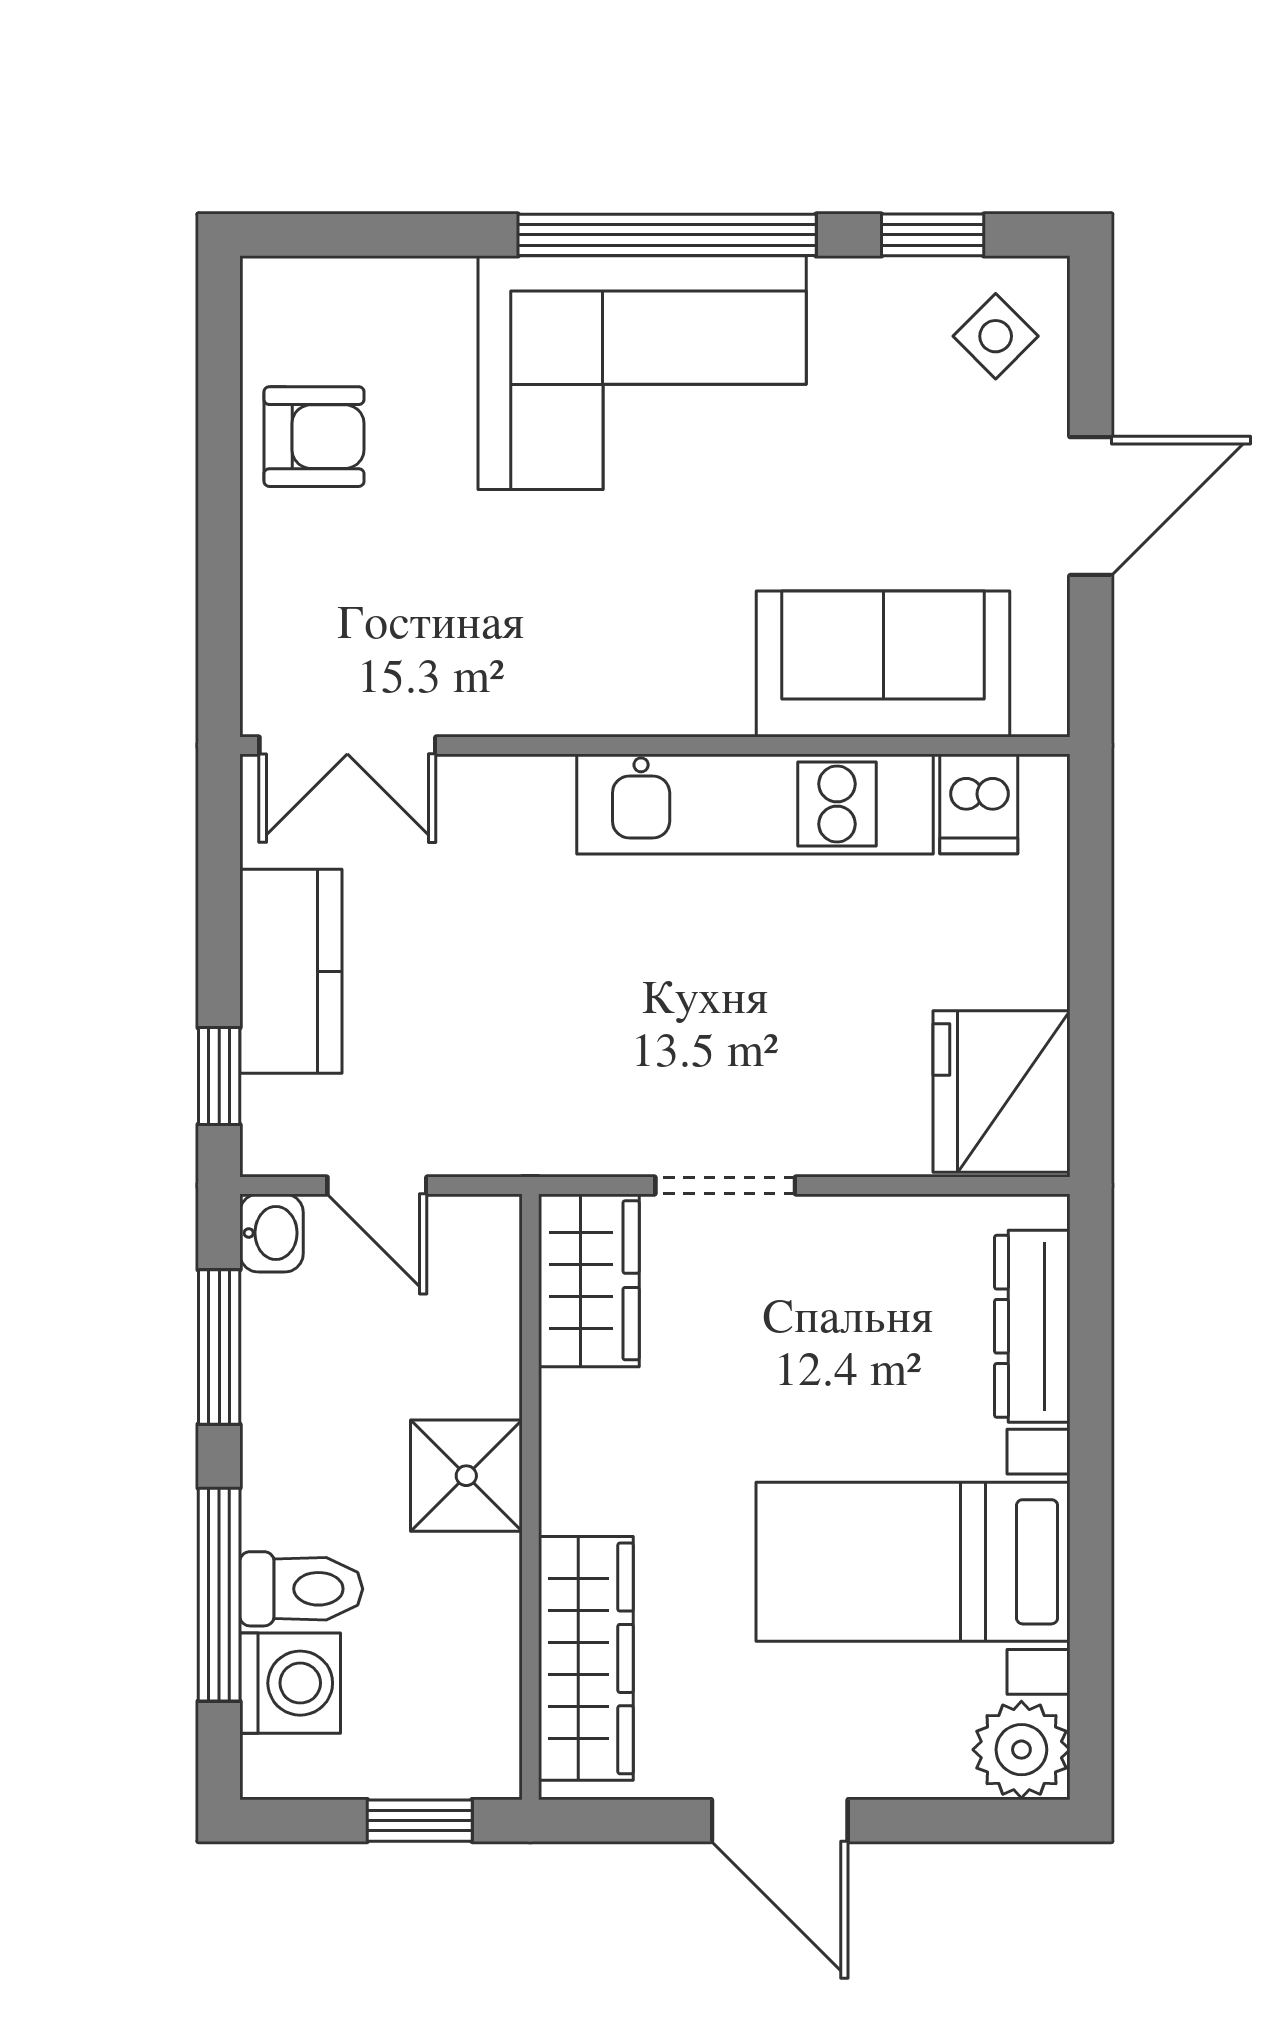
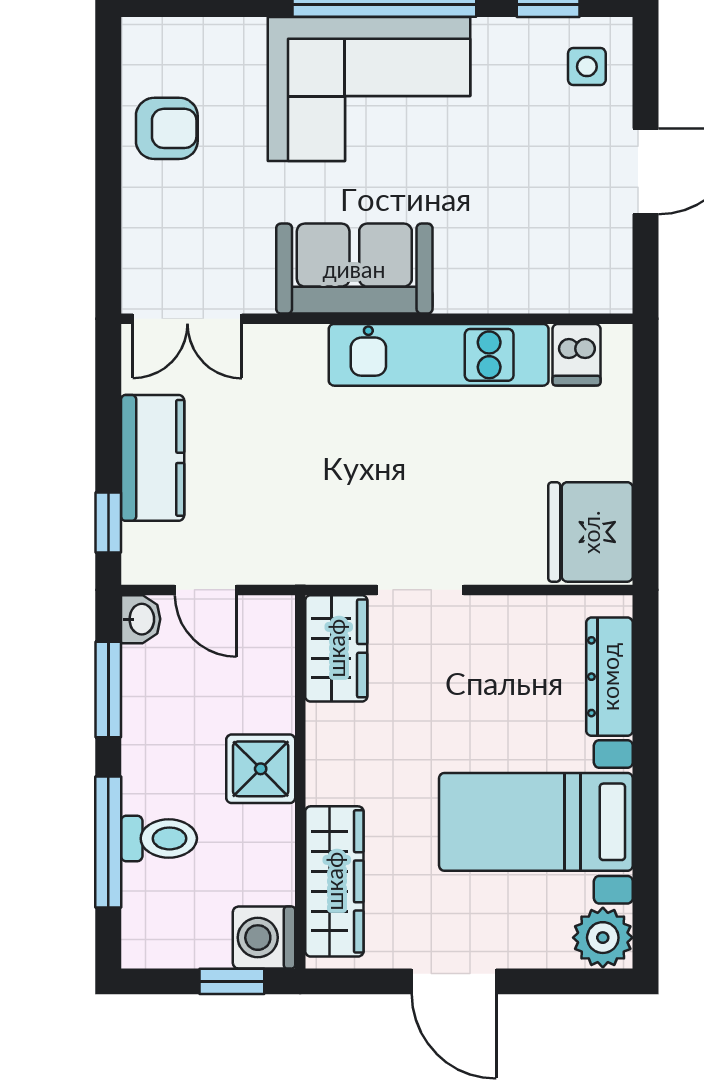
side table: (996, 336) -> (587, 67), turned 45
sofa: (883, 664) -> (354, 269), moved
washing machine: (290, 1683) -> (264, 938), moved, turned 180

